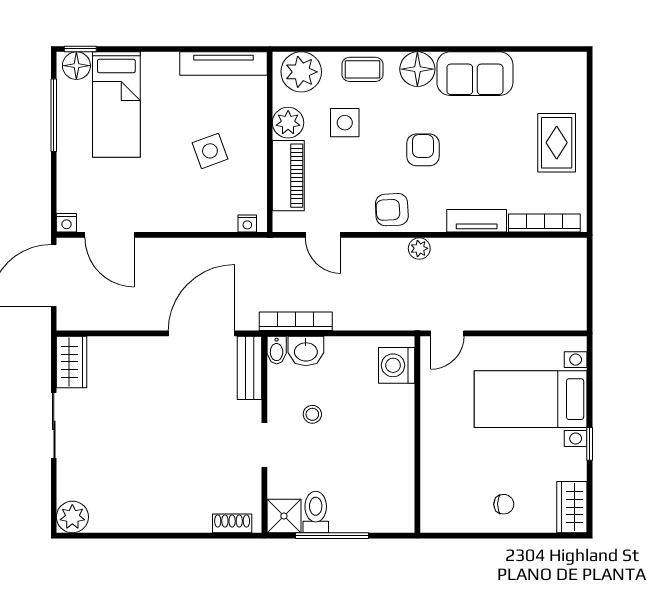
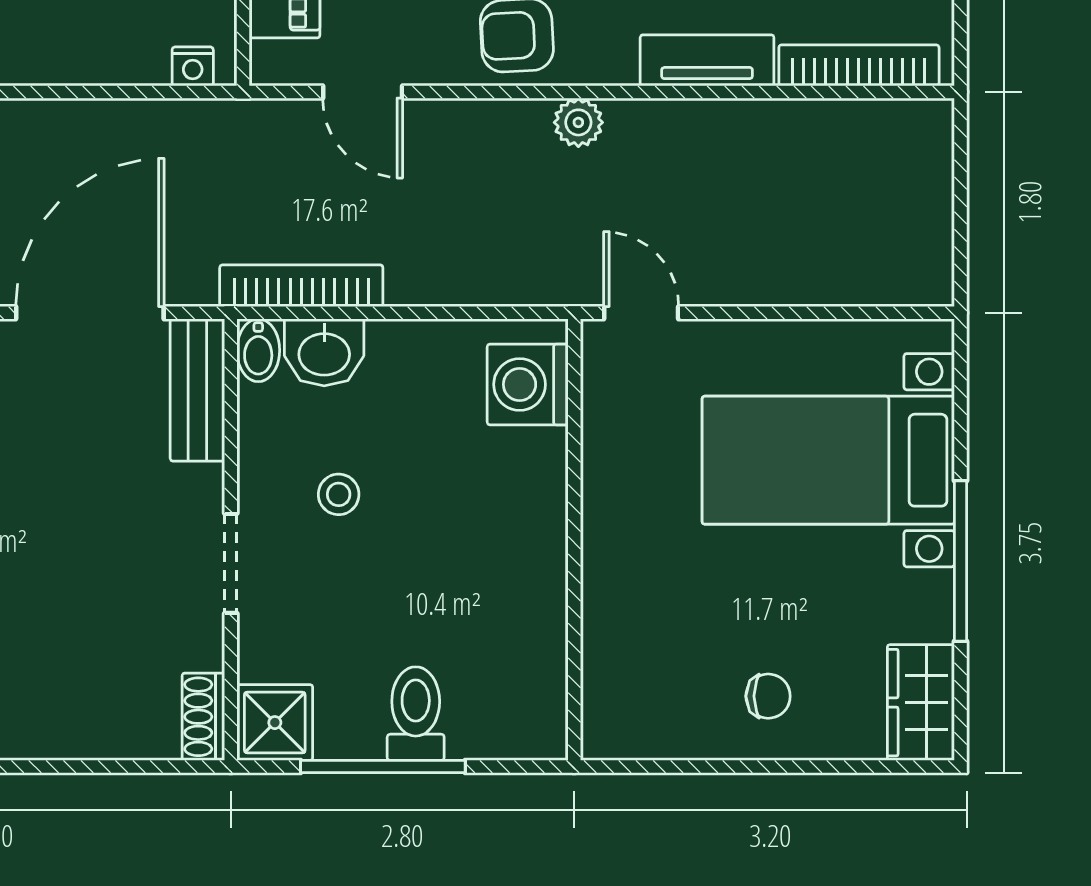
door: (447, 333) -> (641, 313), swing flipped
window: (590, 444) -> (961, 561), width x2.17
toilet: (316, 512) -> (416, 714), moved
shoe rack: (232, 523) -> (203, 717), moved, turned -90

